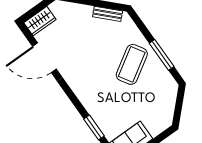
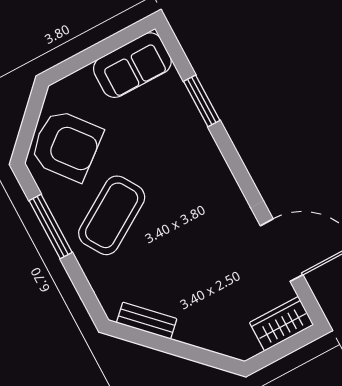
armchair: (159, 97) -> (66, 145), added

